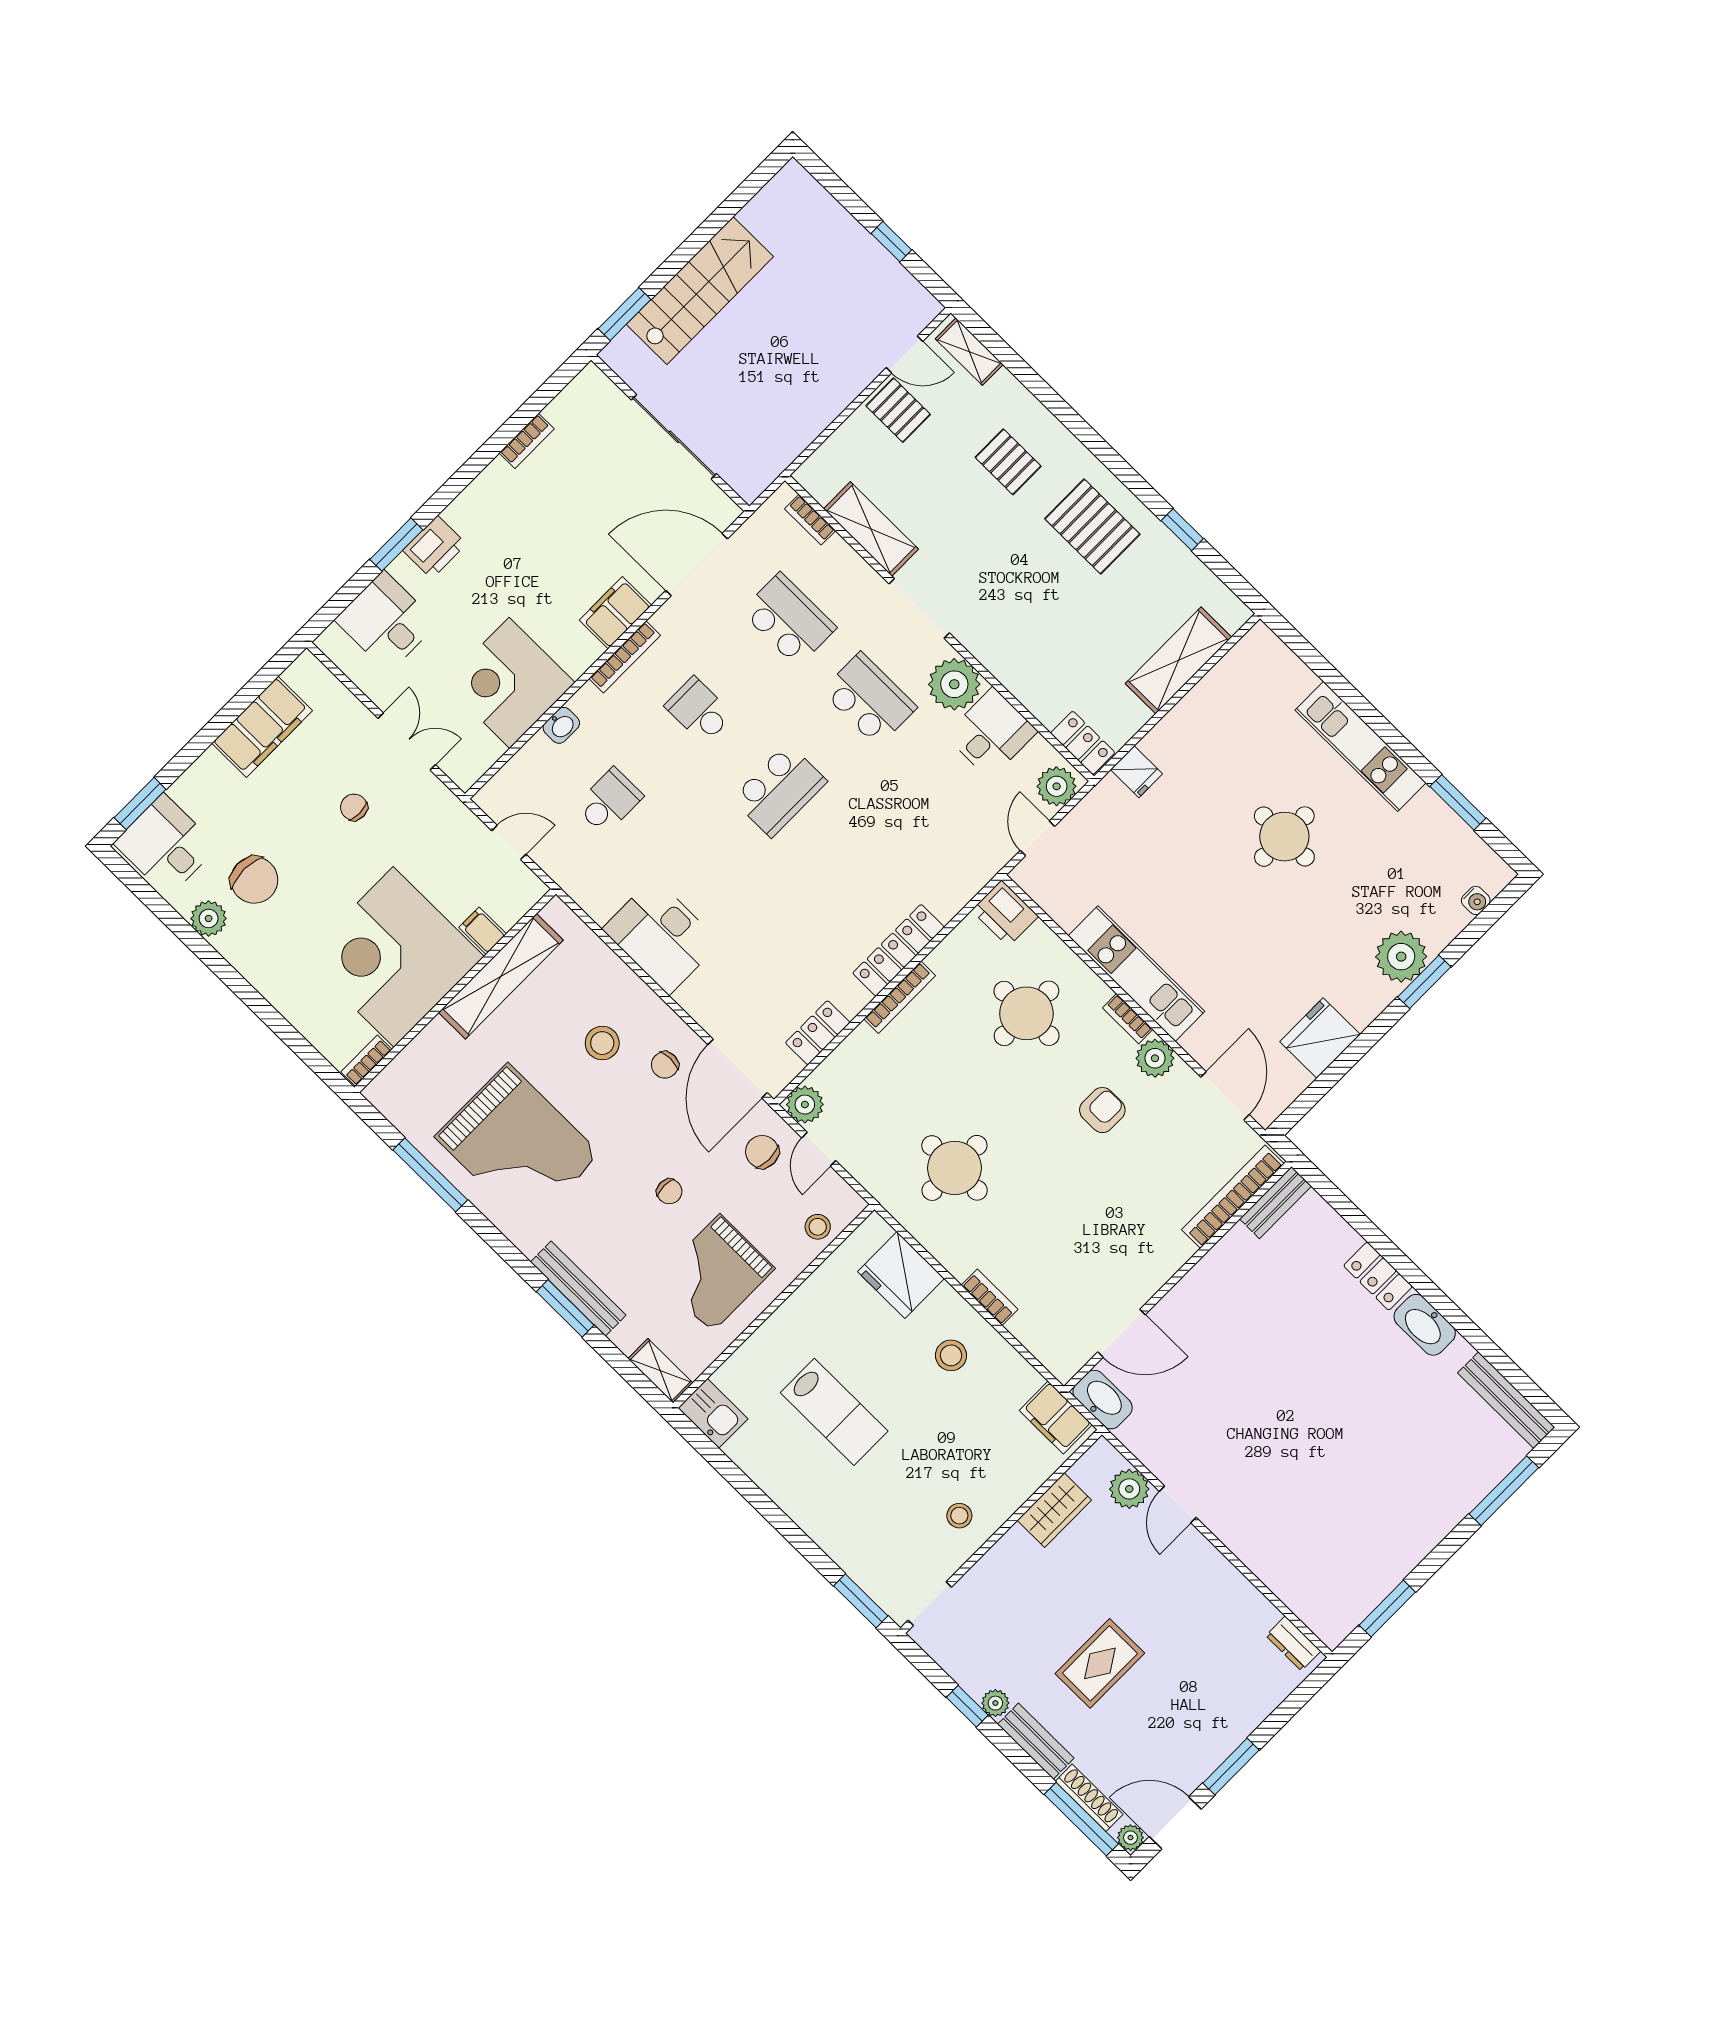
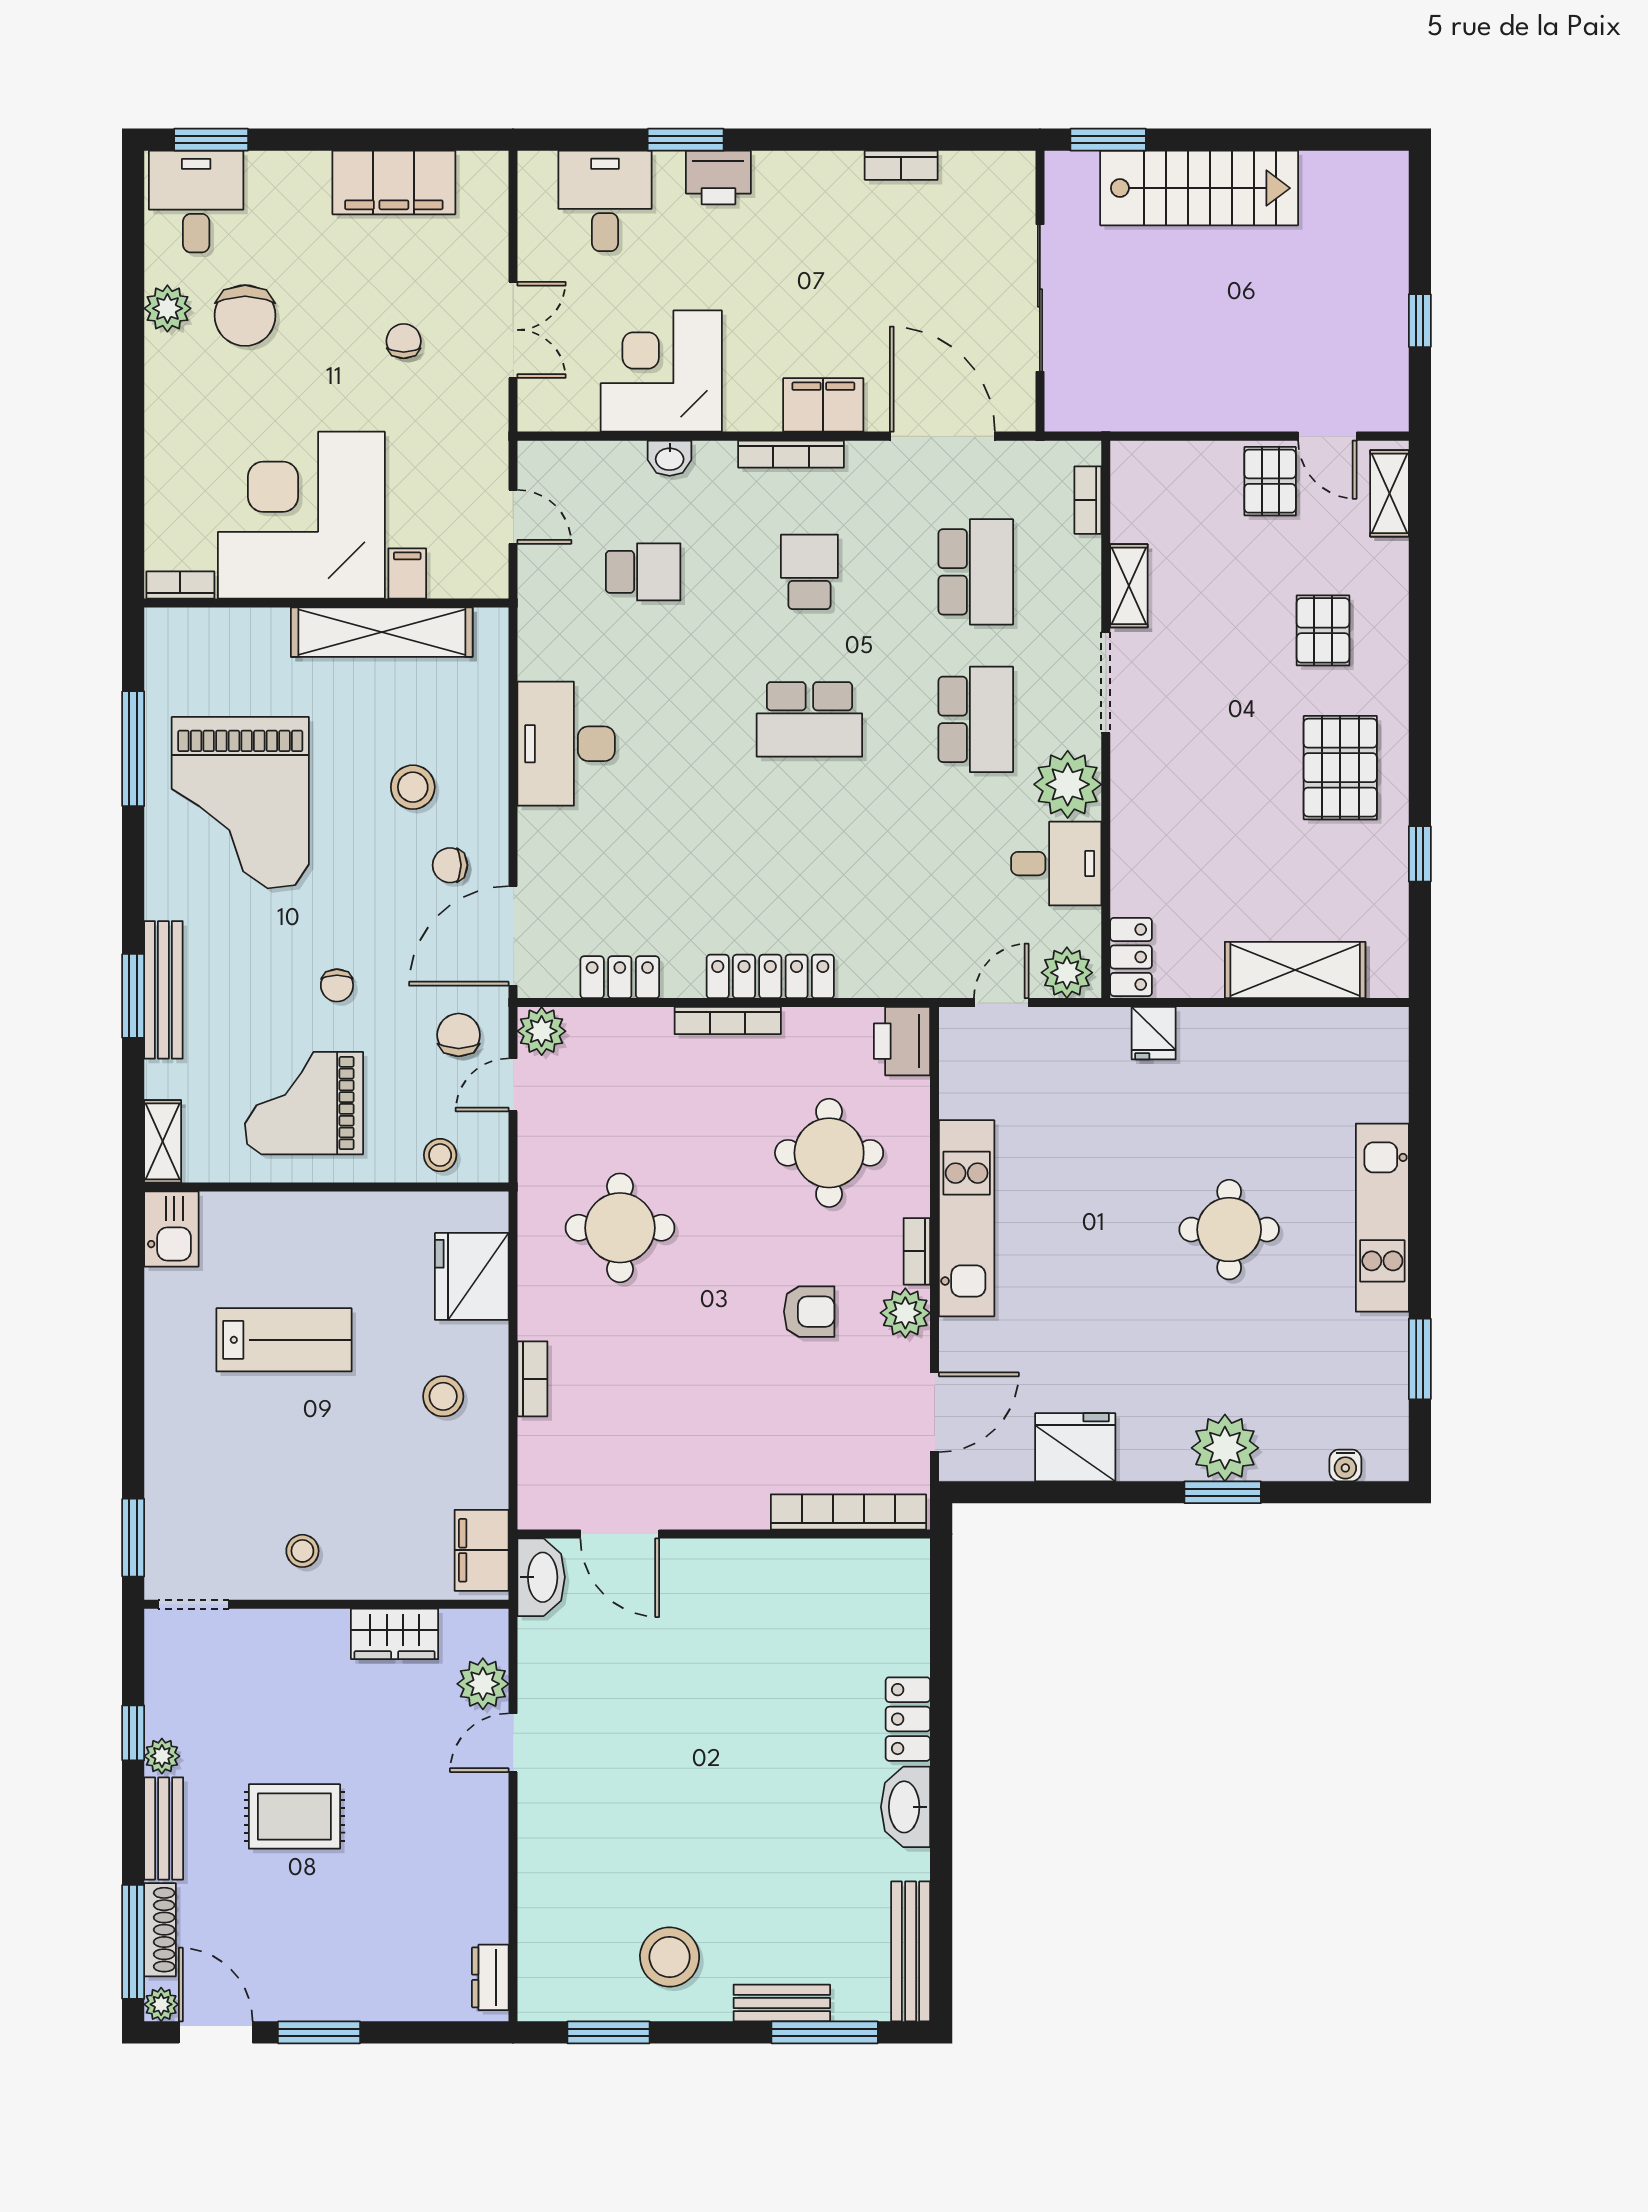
shelving: (871, 529) -> (1129, 586), width x0.67, depth x0.75
bench: (1275, 1203) -> (782, 2003), moved
lab bench: (834, 1412) -> (284, 1340), turned -90
stool: (1379, 1535) -> (670, 1957), added

